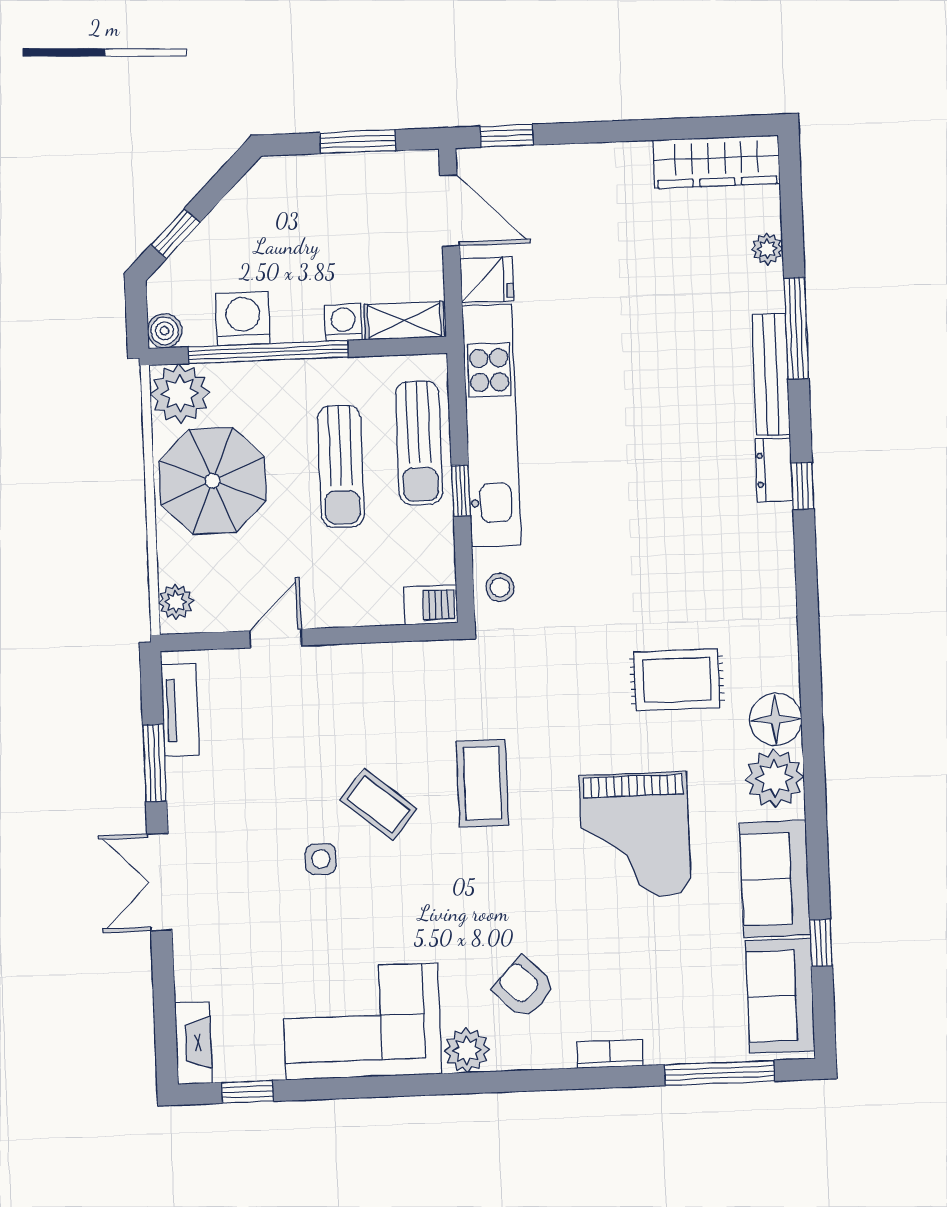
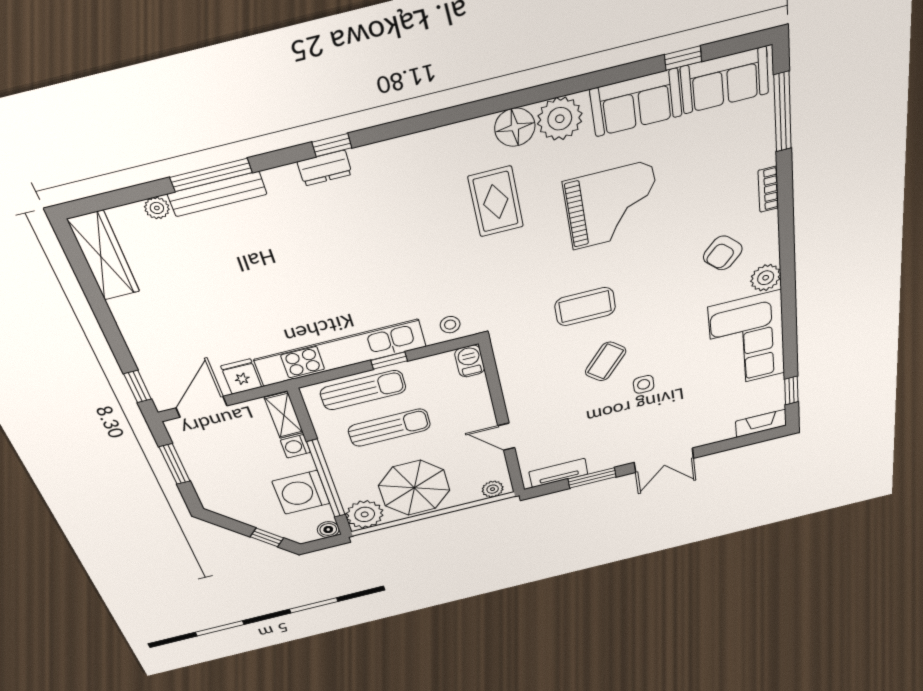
washing machine: (243, 319) -> (301, 492), width x1.37, depth x1.37
bench: (771, 375) -> (217, 194), moved

